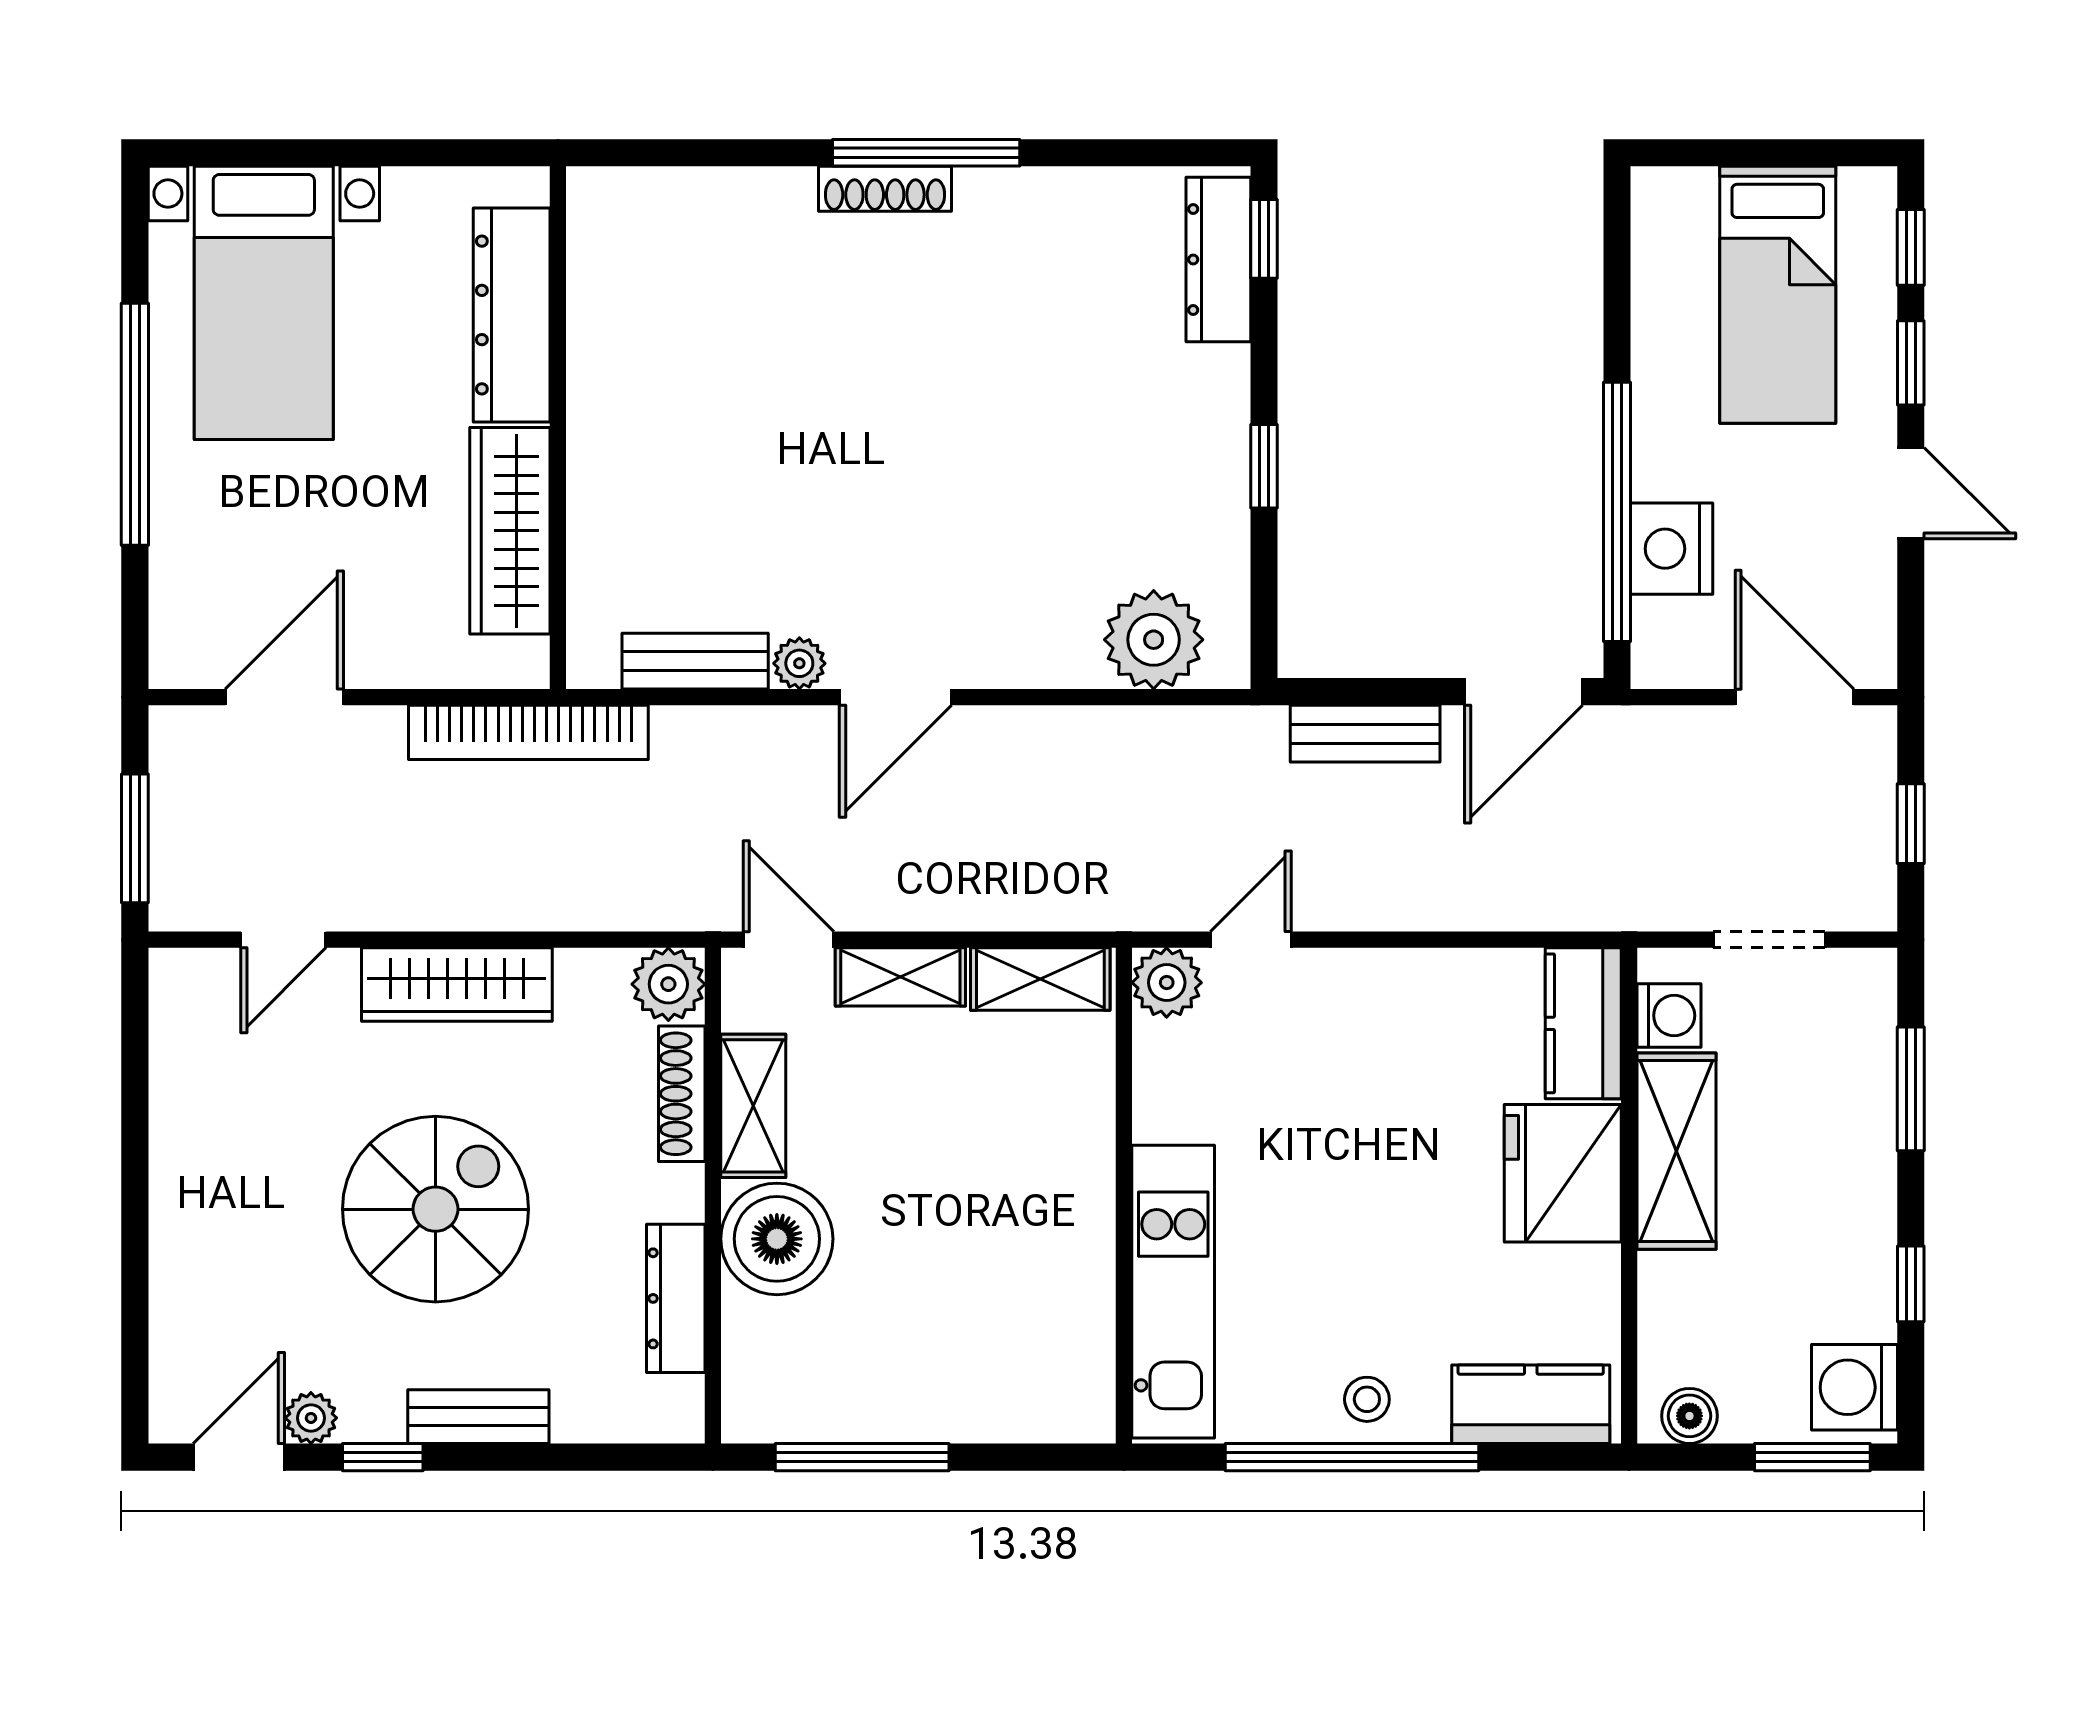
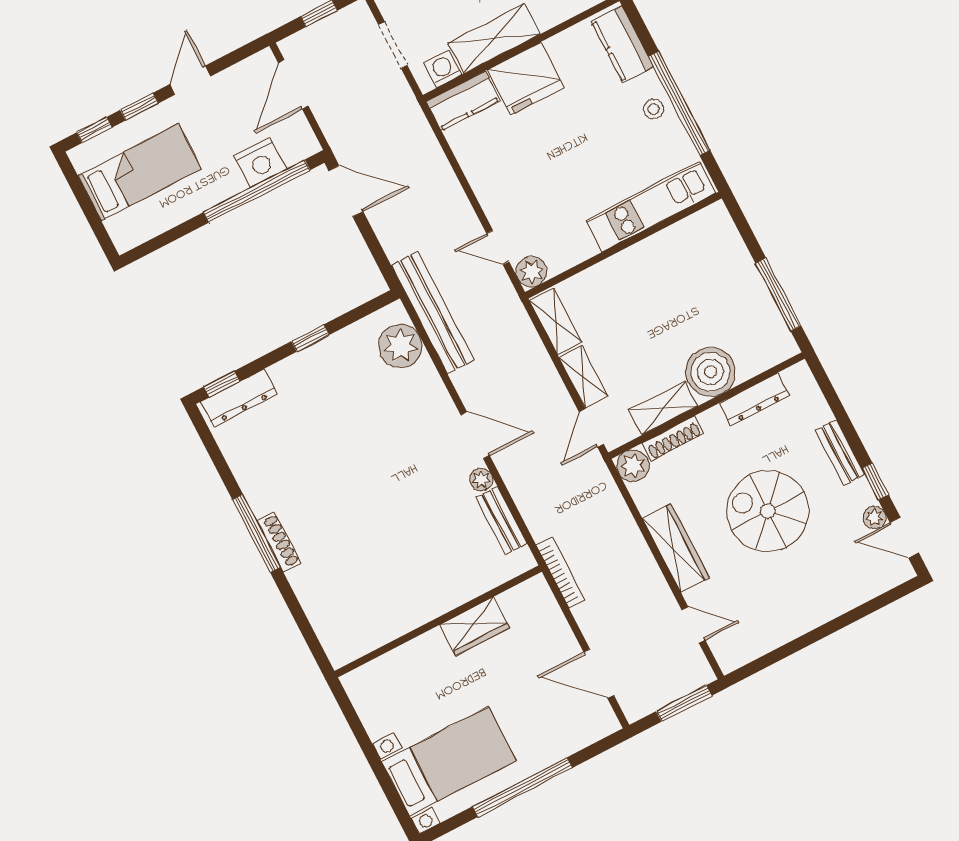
dresser: (512, 315) -> (404, 662), removed
wardrobe: (510, 531) -> (475, 626), width x0.67
bookcase: (528, 732) -> (561, 573), width x0.68, depth x0.76
bench: (1365, 734) -> (433, 313), moved, width x1.86, depth x1.21

